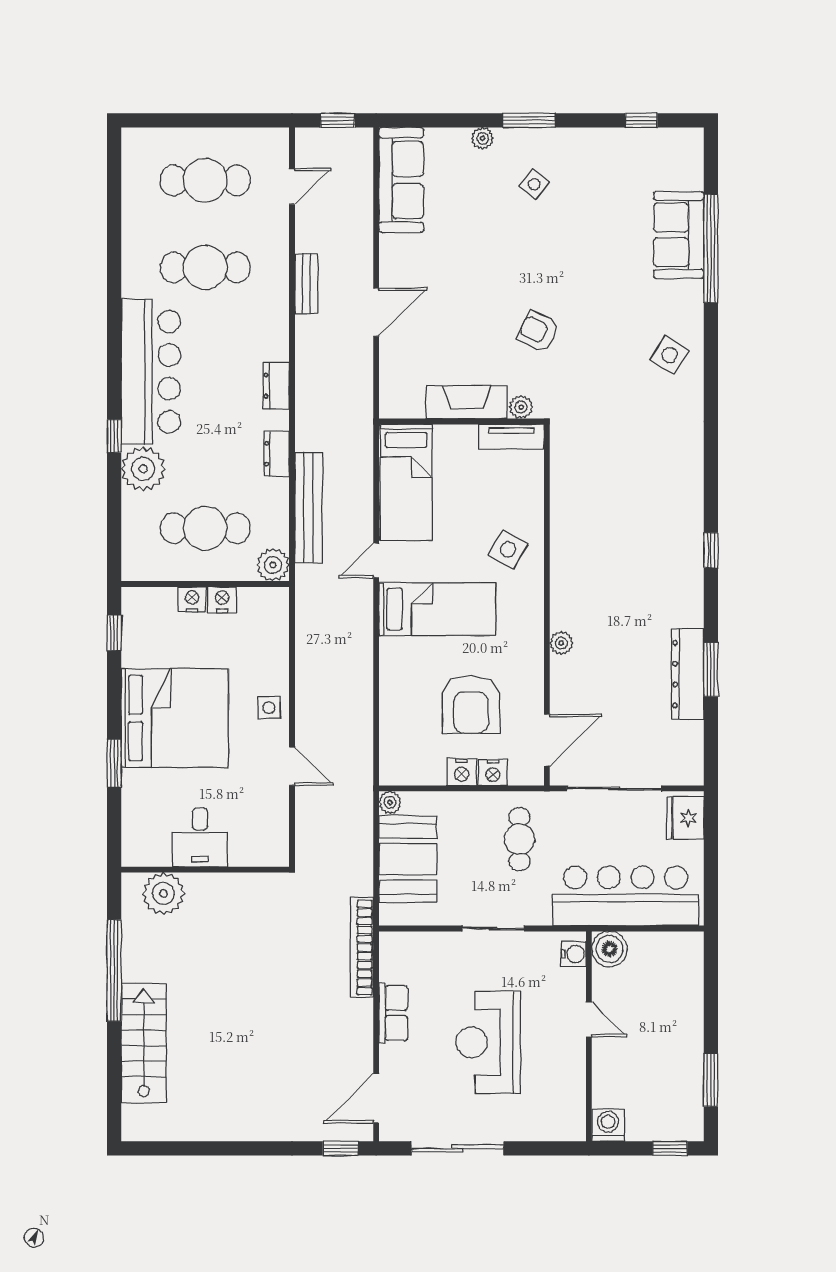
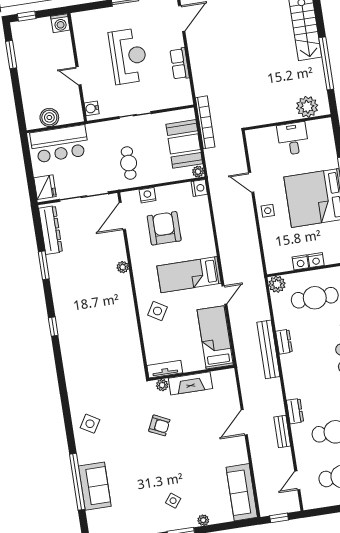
dresser: (276, 386) -> (295, 411), moved
bench: (309, 508) -> (268, 349), moved
dresser: (688, 674) -> (50, 230), moved
nightstand: (462, 772) -> (199, 188), moved, turned 90
bar counter: (626, 896) -> (60, 144), width x0.73
bookcase: (362, 947) -> (205, 122), moved
boiler: (609, 949) -> (49, 117), moved

